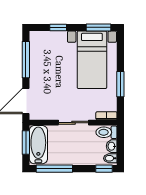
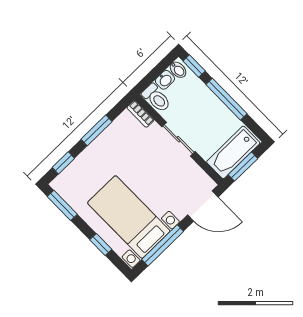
window: (120, 50) -> (63, 163), added
bed with nightstands: (92, 60) -> (129, 217), moved, turned -90
window: (54, 169) -> (226, 99), moved

